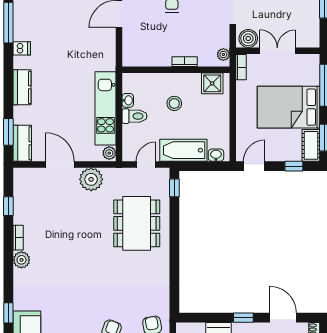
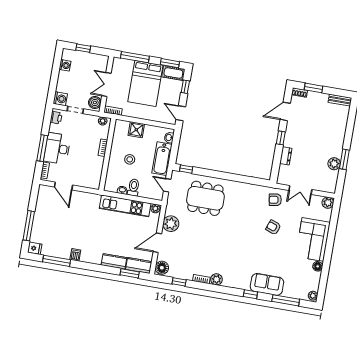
shower: (212, 83) -> (136, 130), moved
kitchen counter: (22, 87) -> (114, 261), moved
floor lamp: (25, 177) -> (162, 268), added

